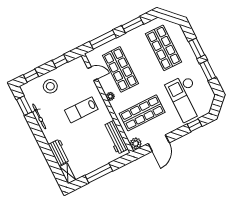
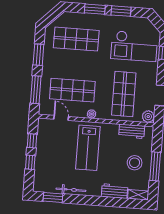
door: (93, 74) -> (61, 118), hinge flipped
window: (31, 76) -> (30, 162), moved
stool: (50, 86) -> (135, 163), moved
lab bench: (81, 110) -> (88, 148), width x1.36, depth x1.39
workbench: (116, 137) -> (132, 131), width x0.73

